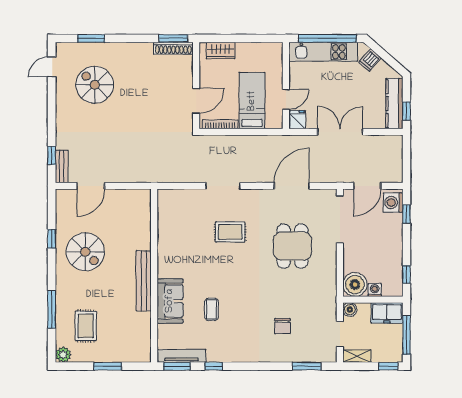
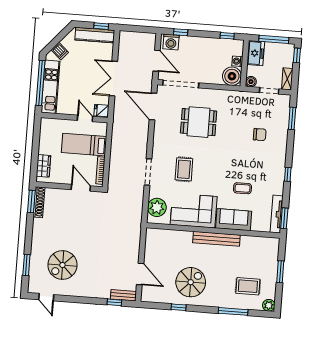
door: (292, 186) -> (153, 107), moved
plant: (178, 201) -> (157, 207), added
corner sofa: (178, 249) -> (194, 211), added
window: (214, 366) -> (288, 174), moved

